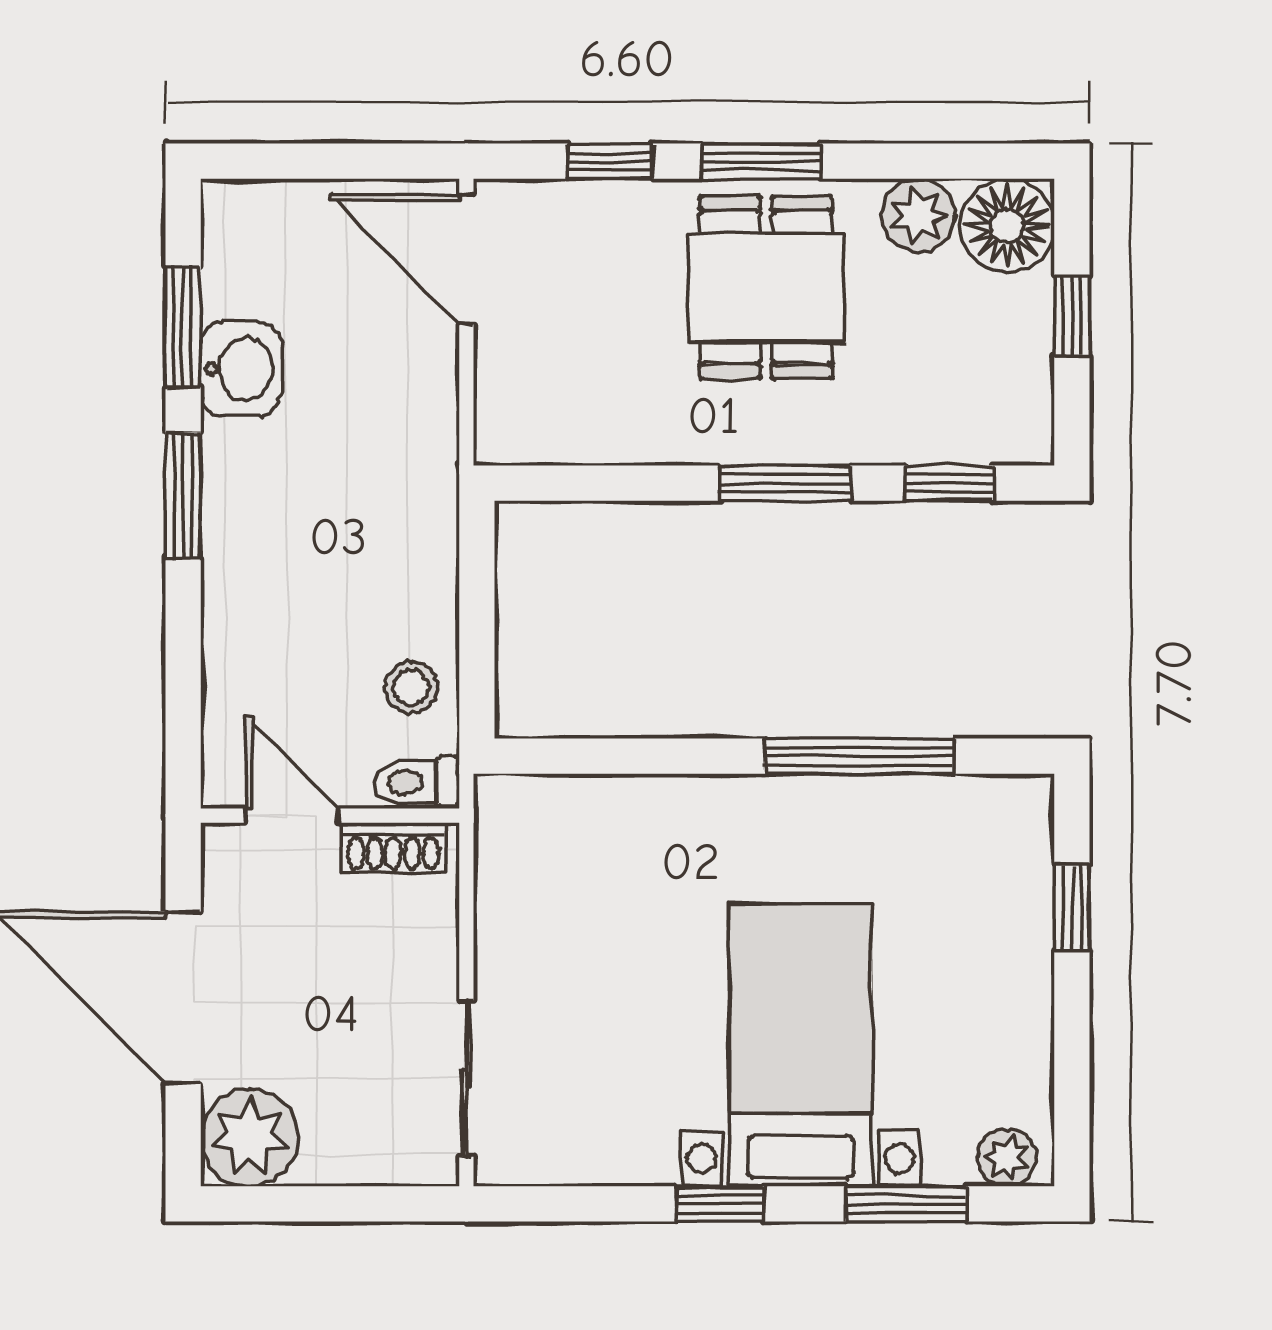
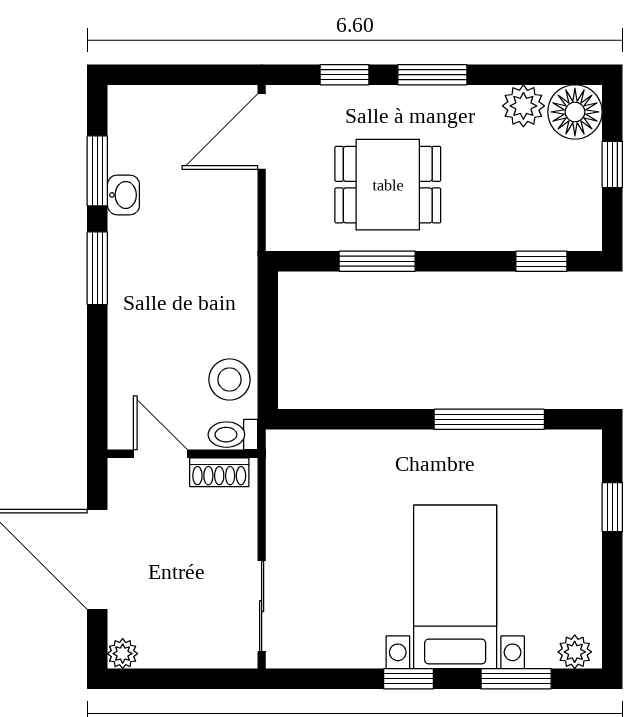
door: (466, 259) -> (262, 132), hinge flipped
dining table: (766, 287) -> (388, 185), moved, turned 90
washbasin: (241, 369) -> (123, 195), width x0.72, depth x0.69
window: (785, 483) -> (377, 261), moved
stool: (411, 687) -> (230, 380), width x1.37, depth x1.37
plant: (249, 1138) -> (123, 654), width x0.53, depth x0.53

